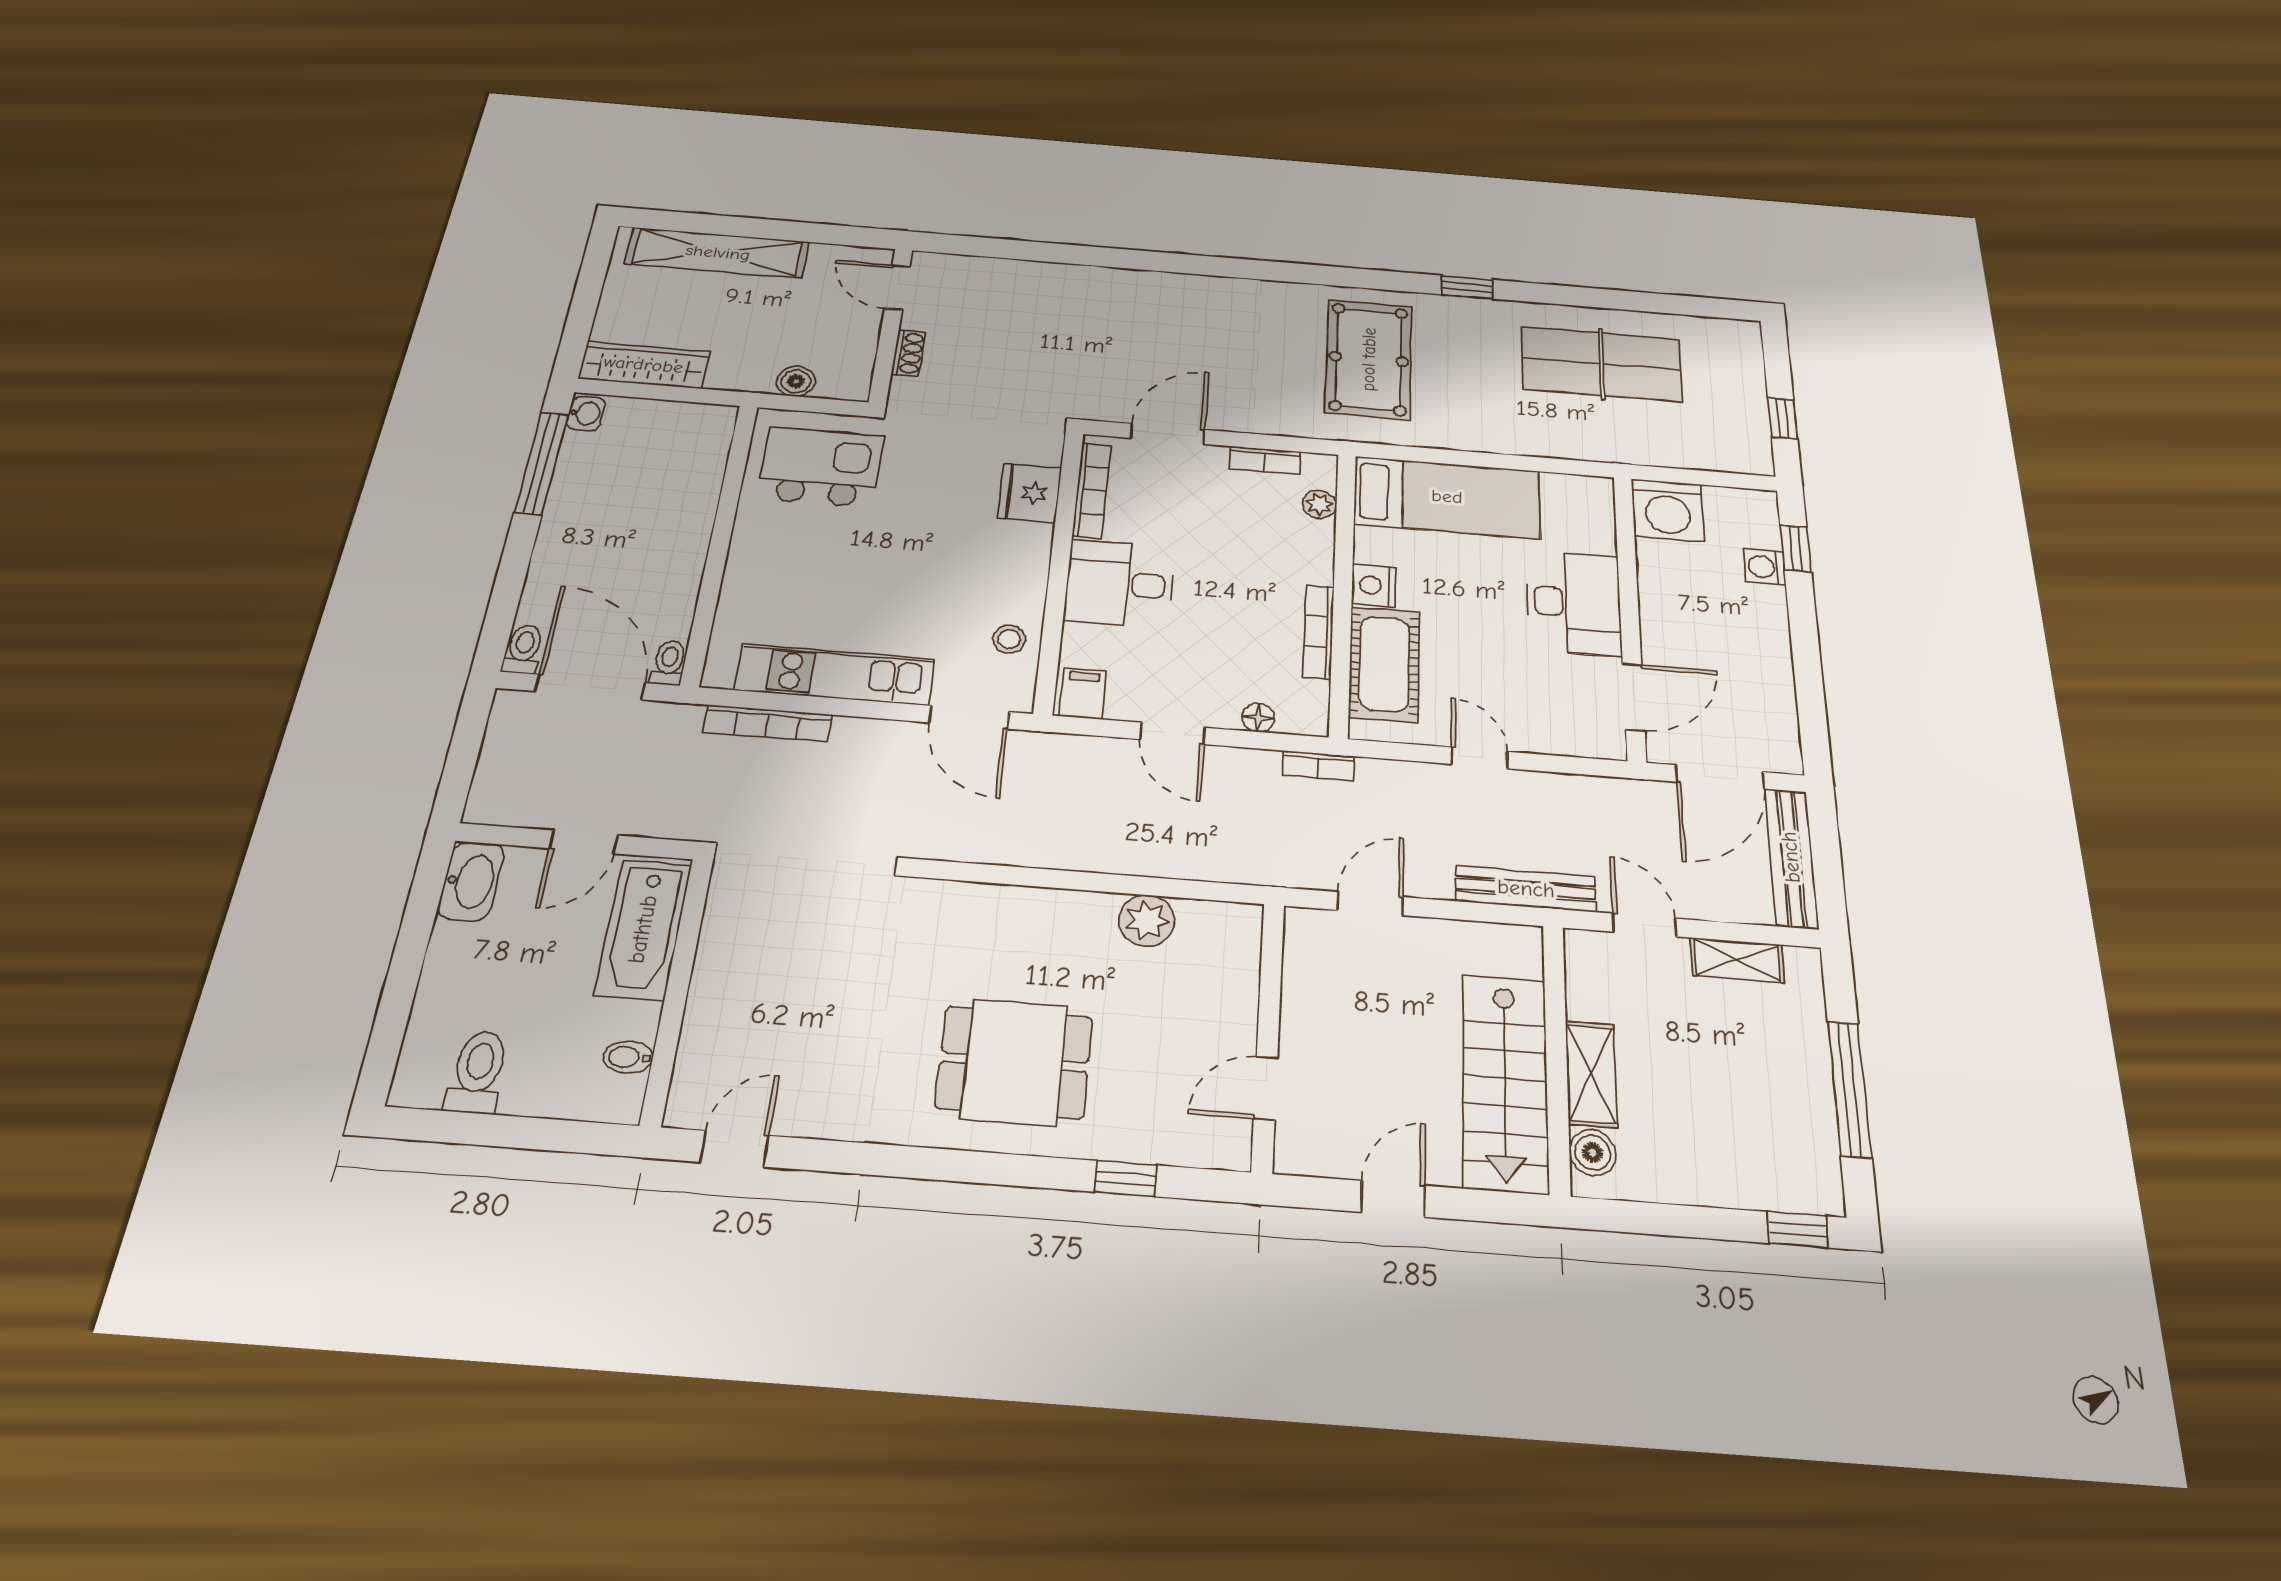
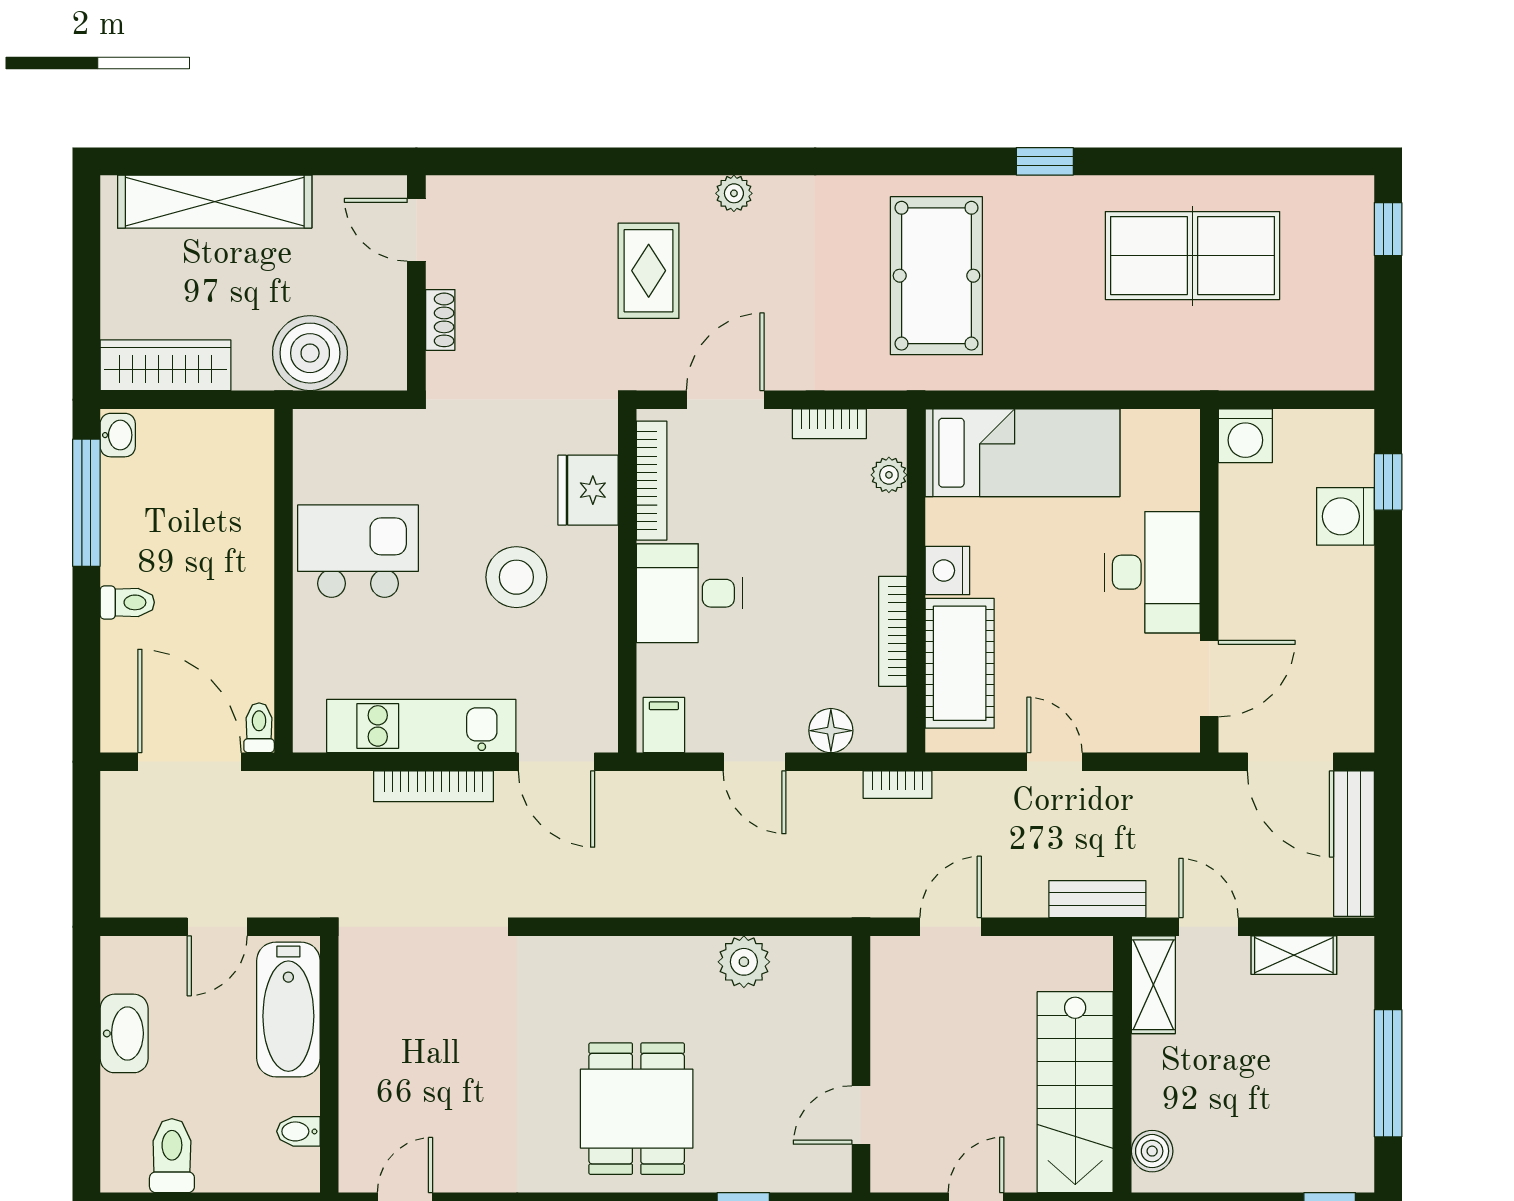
plant: (1188, 286) -> (734, 193), added
rug: (1105, 334) -> (649, 271), added
boiler: (796, 381) -> (310, 353), width x1.86, depth x1.86
window: (1783, 418) -> (1388, 229), moved
kitchen island: (821, 467) -> (358, 551), moved
washing machine: (1668, 510) -> (1245, 436), width x0.73, depth x0.73
washing machine: (1765, 567) -> (1345, 516), width x1.38, depth x1.38
stool: (1009, 639) -> (516, 577), moved, width x1.89, depth x1.89
toilet: (523, 649) -> (127, 602), moved, turned 90
floor lamp: (1258, 718) -> (831, 731), width x1.37, depth x1.37
bookcase: (768, 723) -> (434, 786), moved
door: (1720, 777) -> (1290, 762), hinge flipped
washbasin: (471, 881) -> (124, 1033), moved
bench: (1526, 889) -> (1097, 899), width x0.73
dining table: (1014, 1062) -> (637, 1109), turned 90
shelving: (1591, 1074) -> (1153, 985), moved

